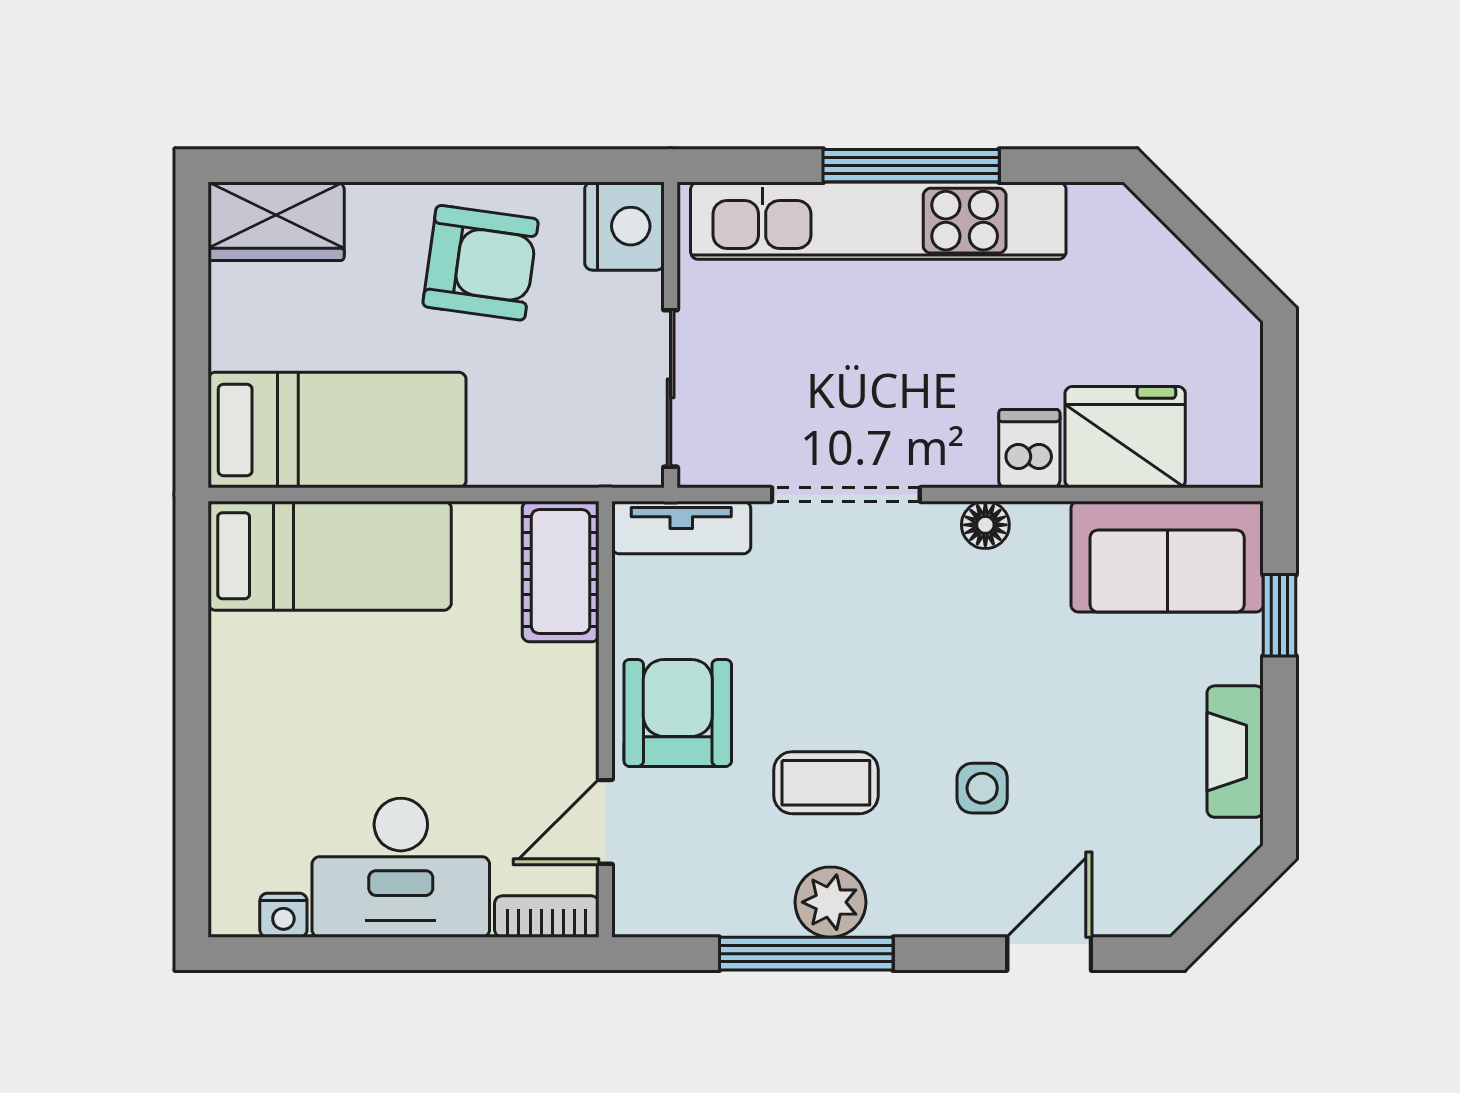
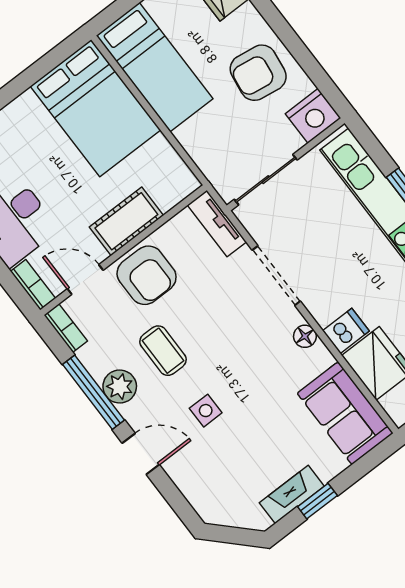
armchair: (481, 263) -> (258, 73), turned 90
bed: (330, 556) -> (95, 108), width x1.50
cot: (561, 572) -> (126, 221), moved
window: (1280, 615) -> (317, 501), moved
armchair: (678, 713) -> (147, 275), turned 90
bookcase: (662, 917) -> (66, 328), added
door: (1049, 954) -> (141, 454), moved

